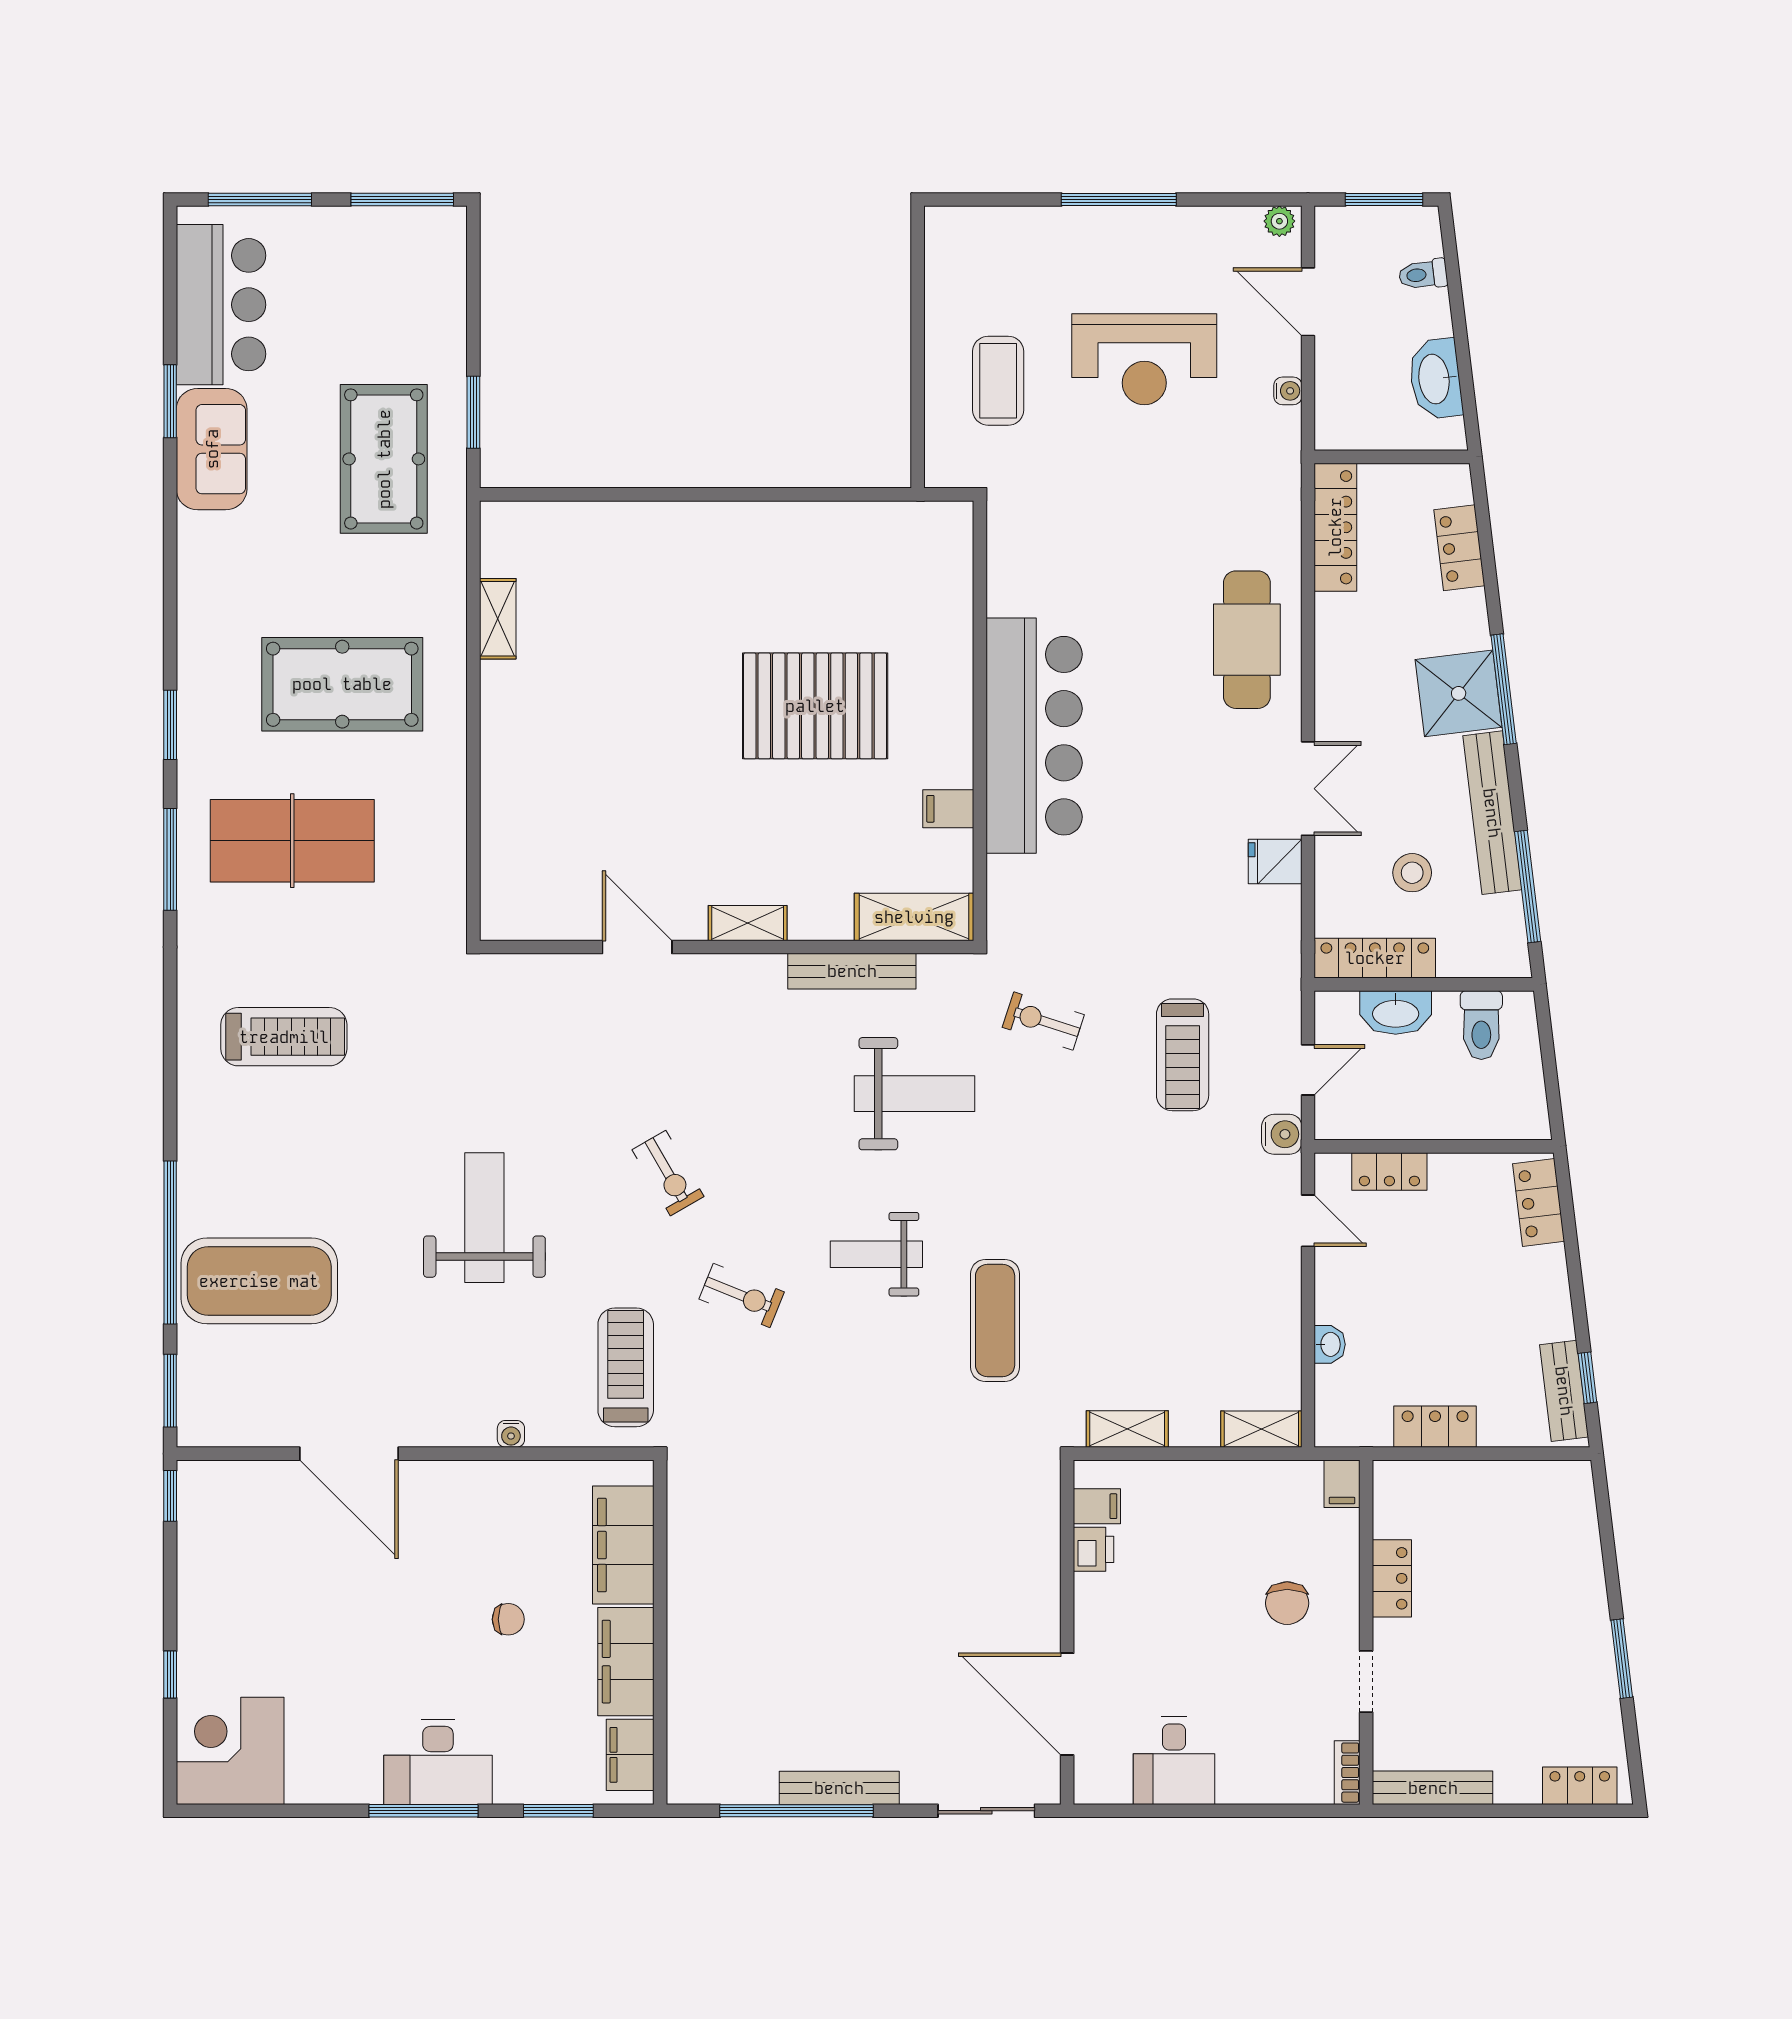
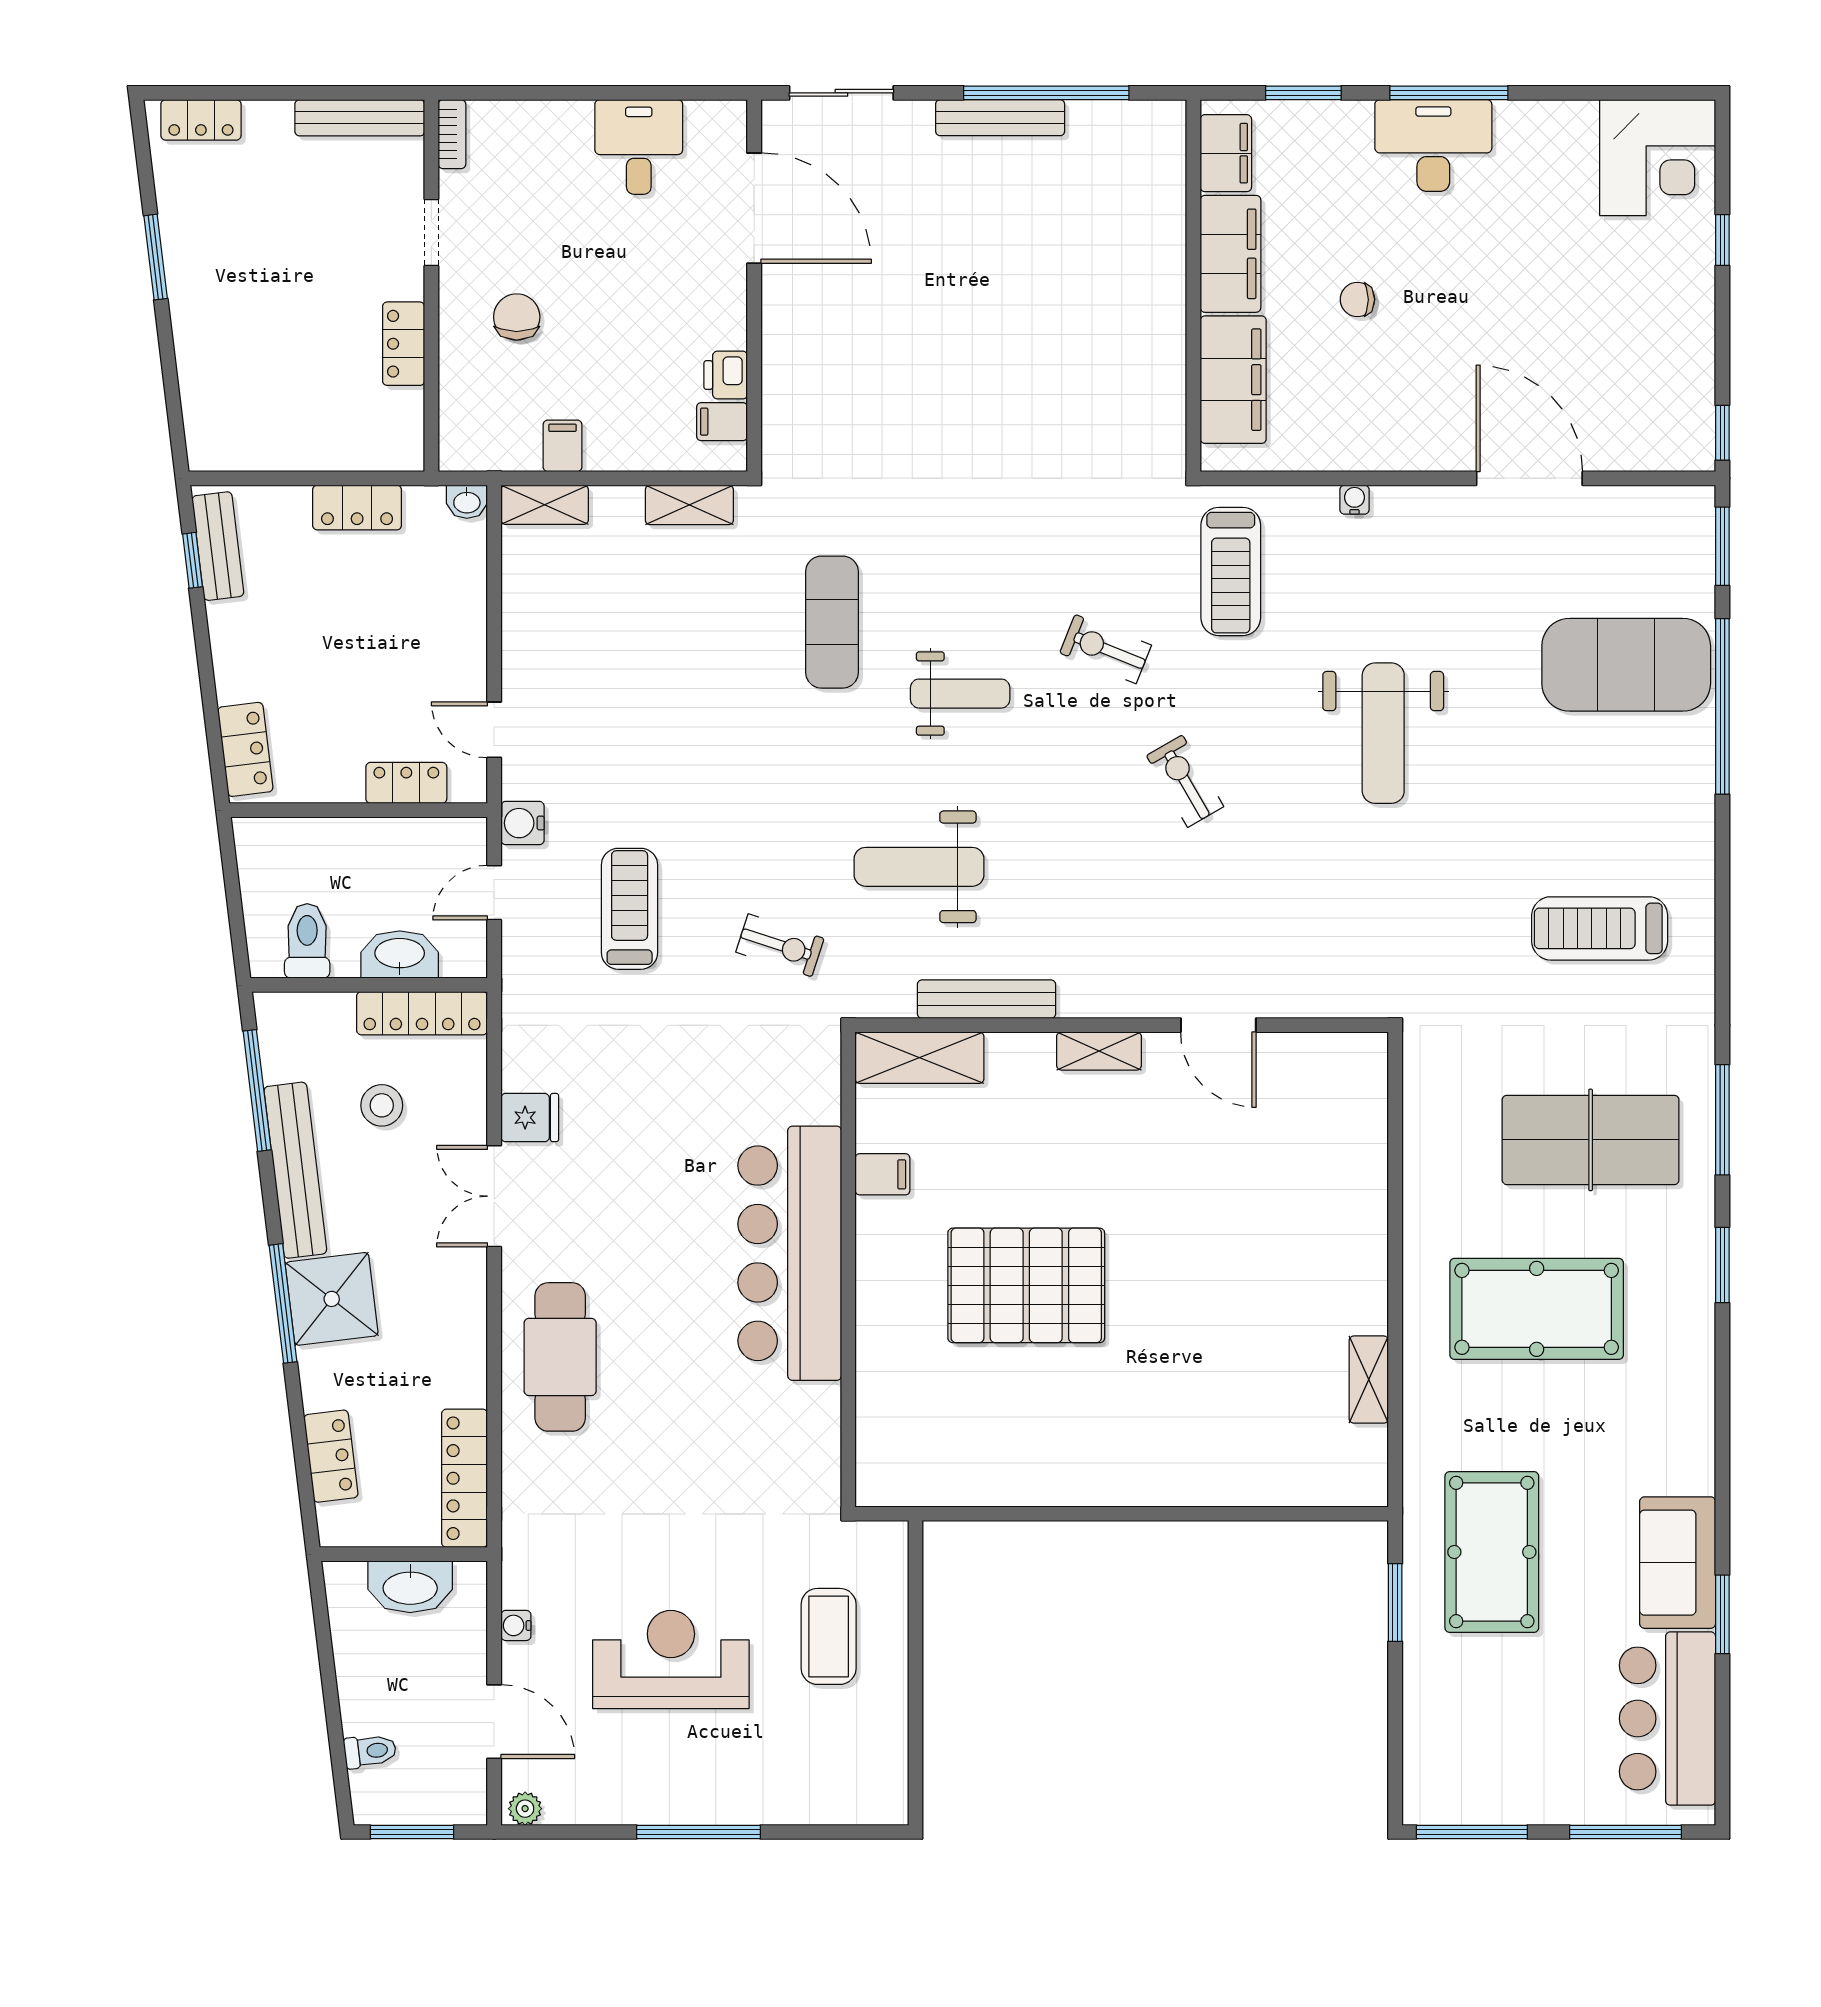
washbasin: (1435, 379) -> (410, 1587), moved, turned 97
washbasin: (1330, 1344) -> (467, 502), moved, turned -90
filing cabinet: (1342, 1484) -> (562, 446), moved

